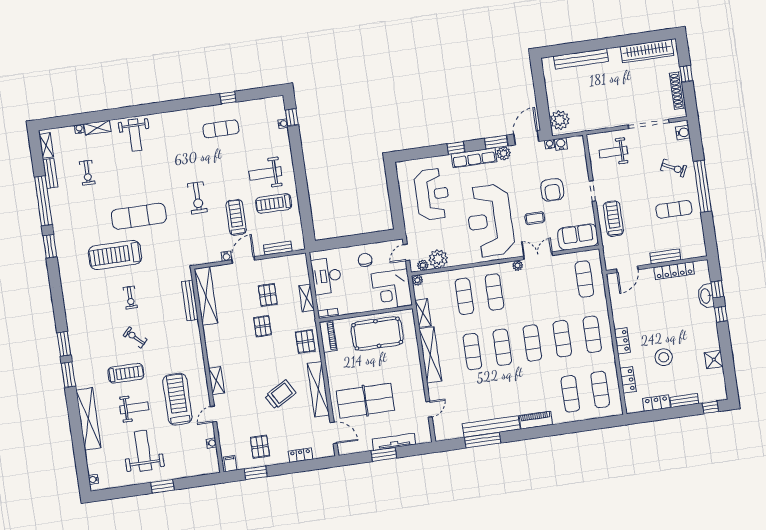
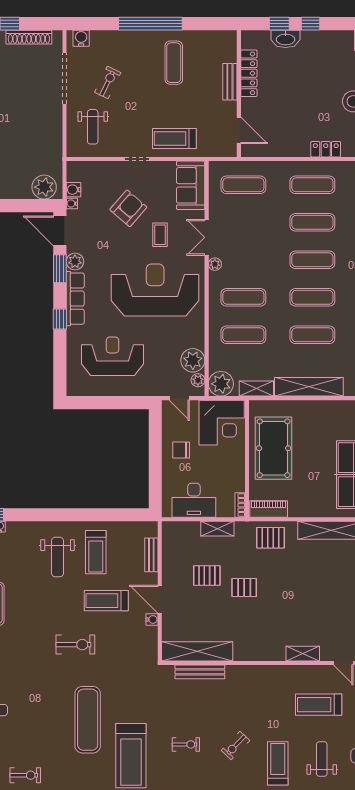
exercise bike: (674, 168) -> (108, 82), moved
armchair: (552, 190) -> (128, 208), turned -49
reception desk: (490, 221) -> (155, 290), turned 180
plant: (417, 280) -> (221, 384), width x1.88, depth x1.88
trolley: (280, 394) -> (331, 578), removed
treadmill: (177, 399) -> (319, 705), width x0.73, depth x0.73

